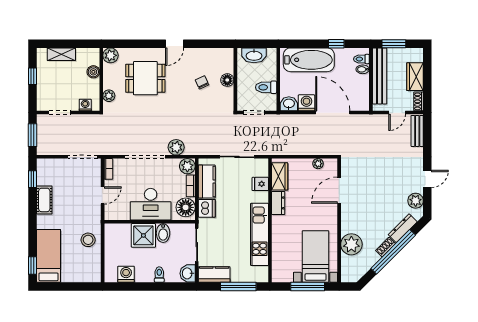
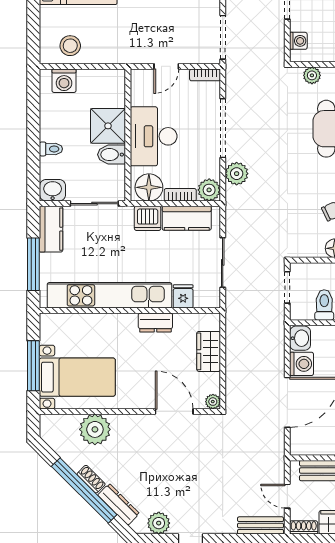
plant: (318, 164) -> (213, 402), moved
wardrobe: (280, 176) -> (209, 351), moved, turned 90
door: (103, 195) -> (166, 66), hinge flipped
kitchen unit: (260, 234) -> (110, 295), width x1.36
stool: (88, 240) -> (70, 46), moved
washing machine: (126, 274) -> (64, 81), moved, turned 90

